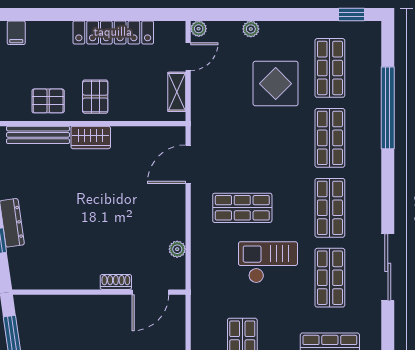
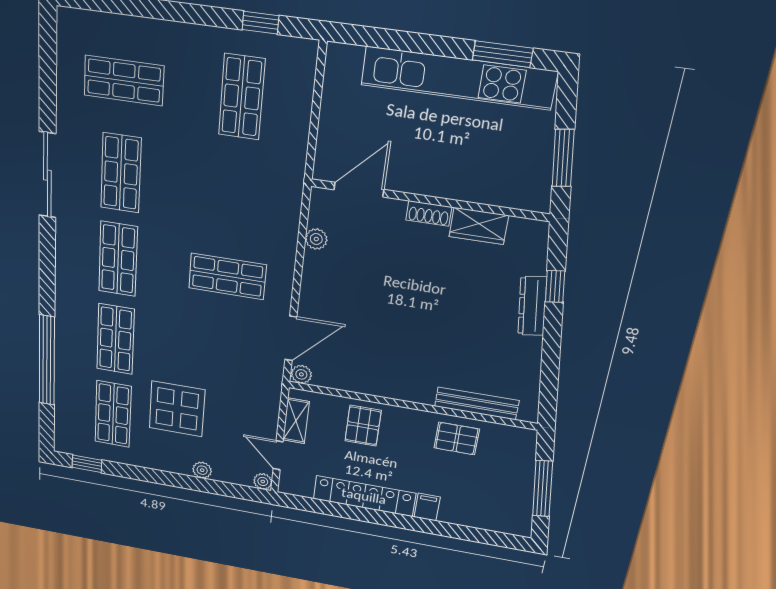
filing cabinet: (16, 33) -> (427, 507), moved
door: (188, 57) -> (278, 455), hinge flipped
pallet: (95, 97) -> (363, 426), moved
plant: (177, 134) -> (301, 374), added
wardrobe: (91, 137) -> (479, 226), moved, turned 180
checkout: (268, 262) -> (199, 205), removed
shoe rack: (116, 282) -> (429, 213), moved

